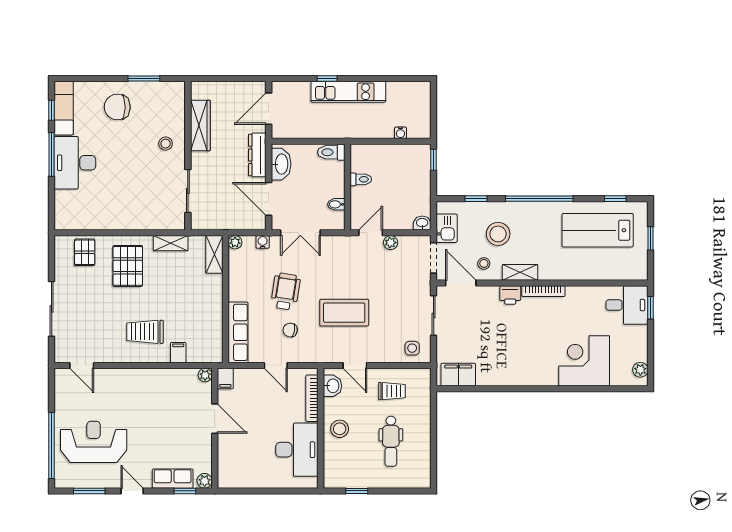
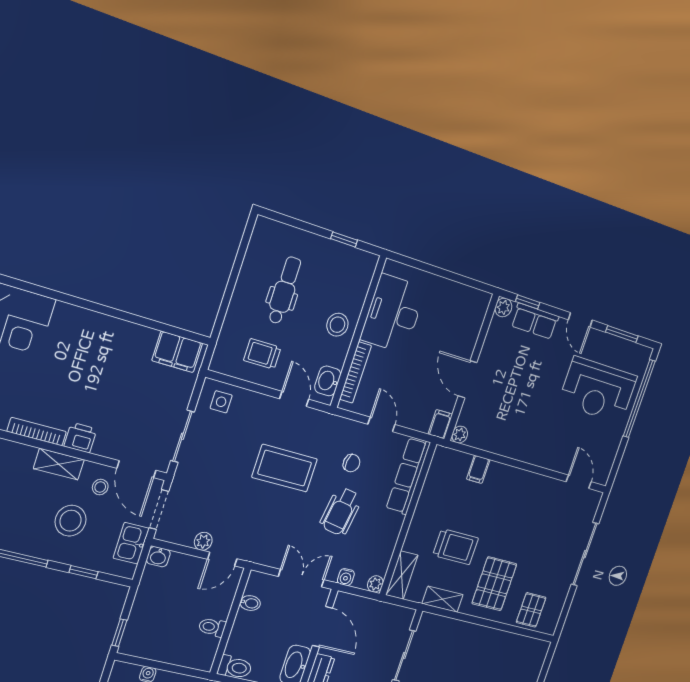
trolley: (145, 332) -> (456, 547), moved

